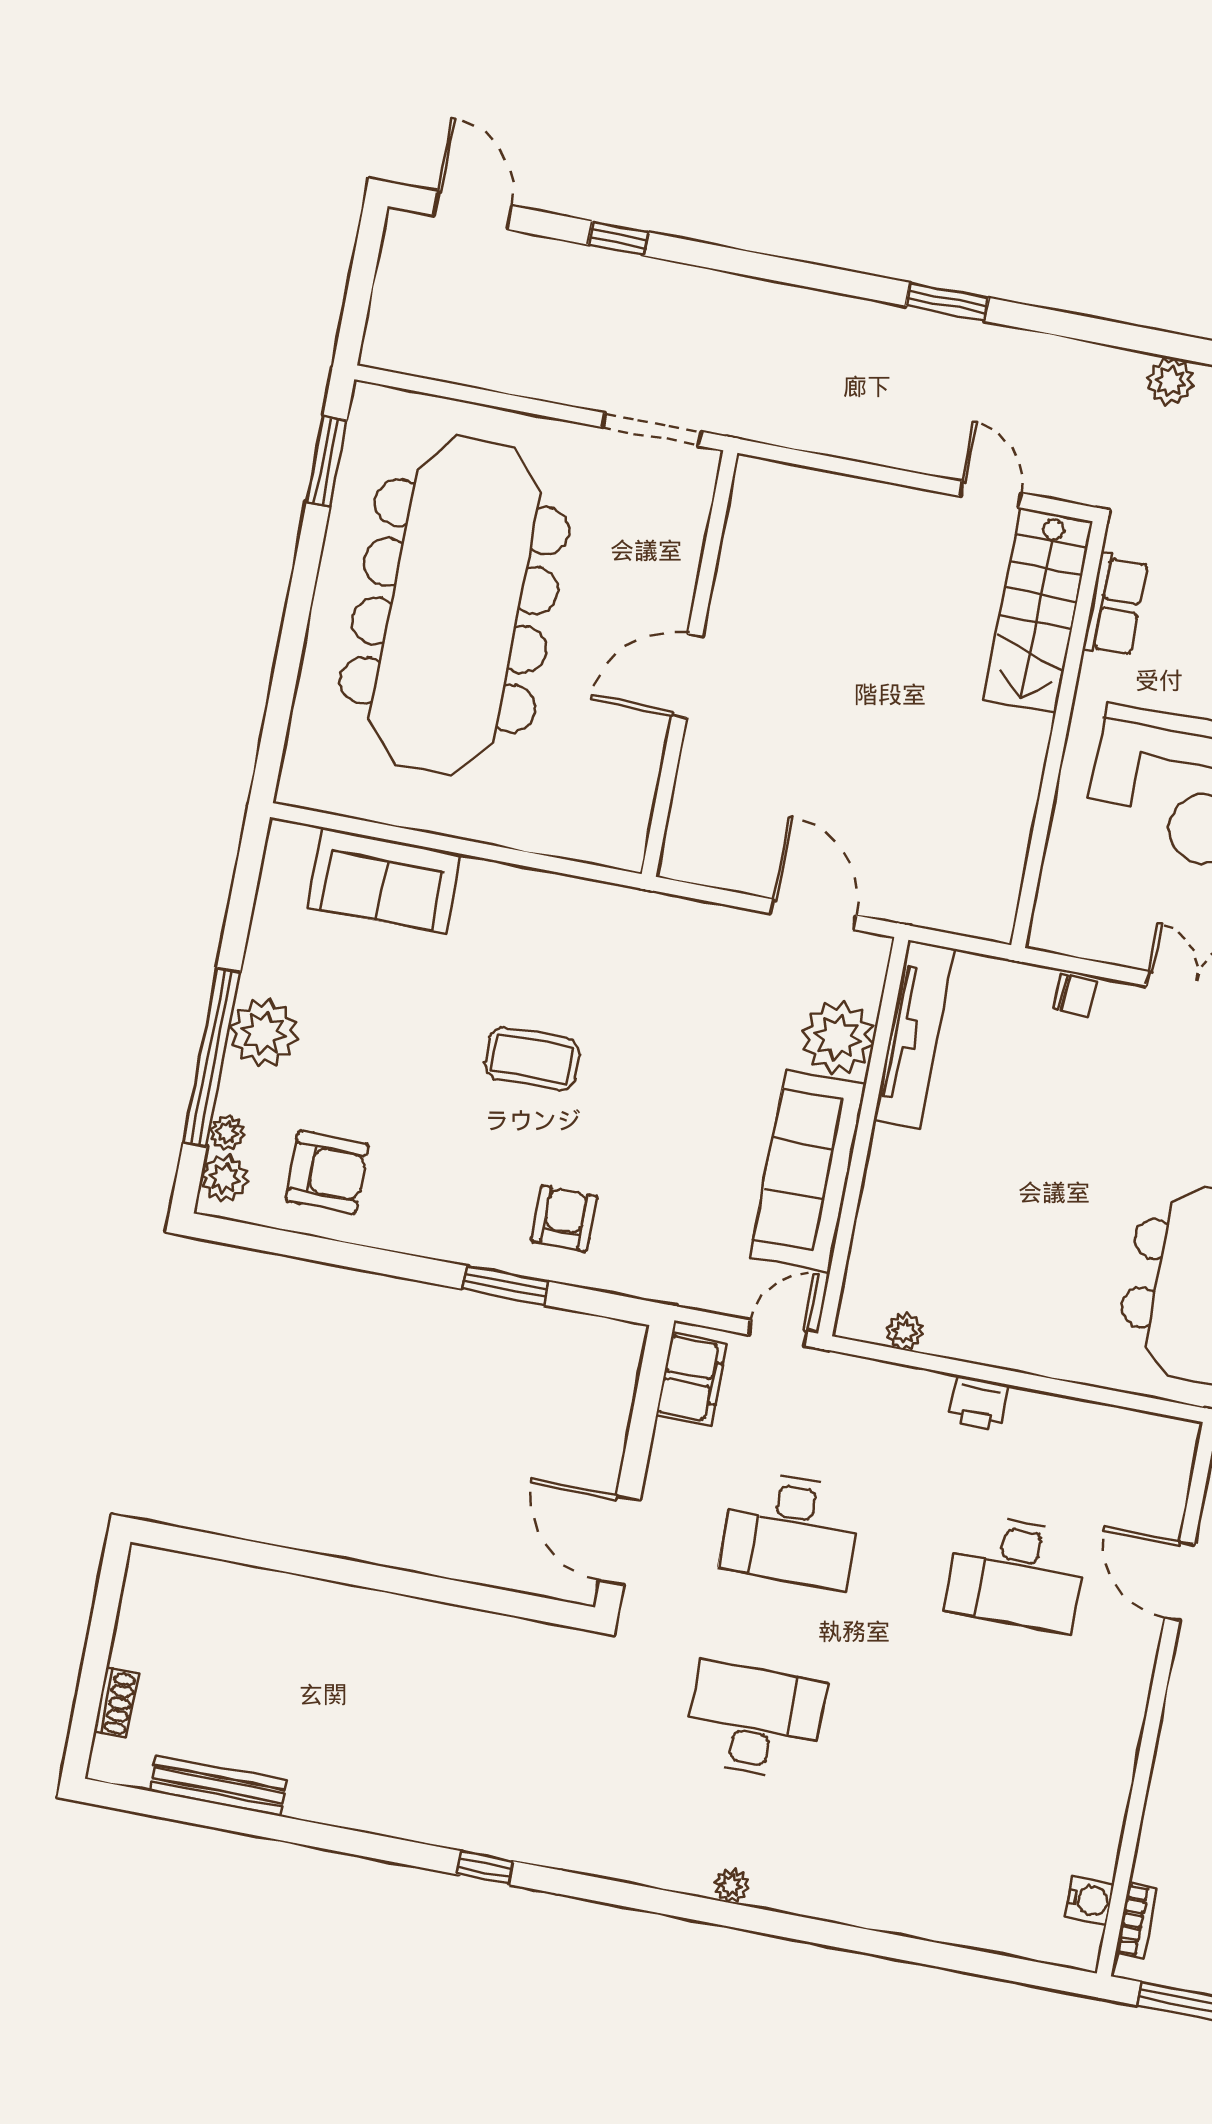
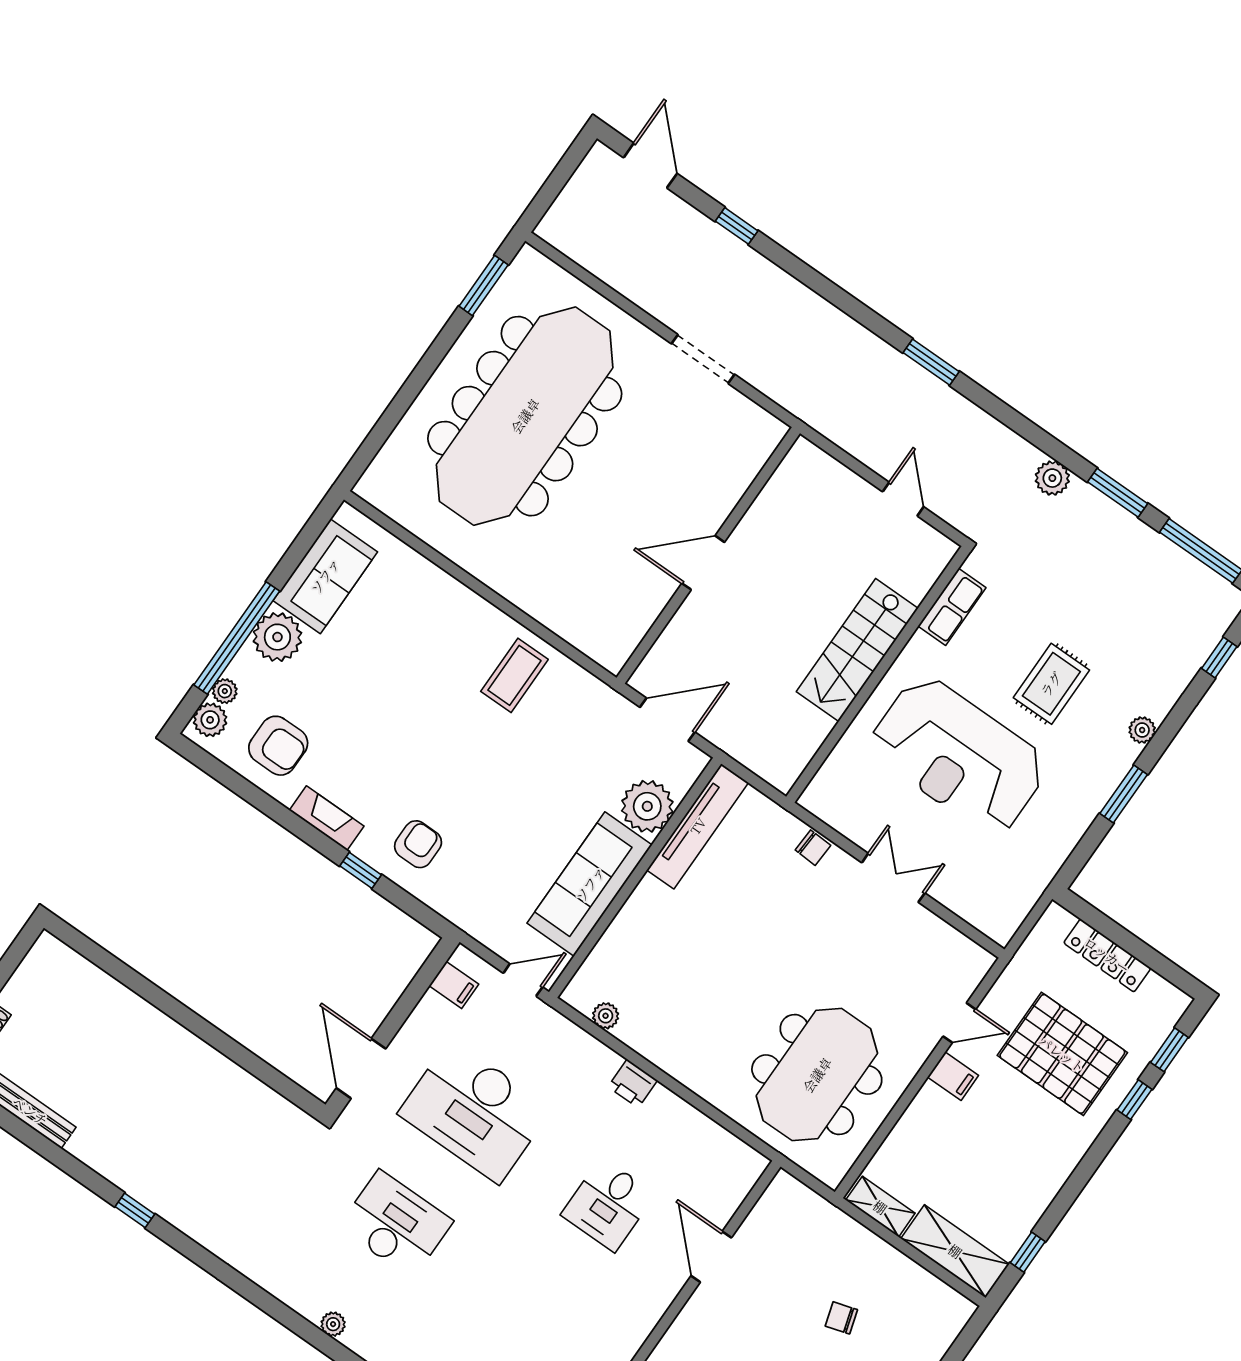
stairs: (1038, 610) -> (857, 650), moved
wall: (690, 664) -> (708, 555), moved
door: (687, 676) -> (703, 563), moved
sofa: (384, 880) -> (325, 576), moved, turned -90
door: (814, 914) -> (667, 720), hinge flipped
coffee table: (532, 1059) -> (514, 675), moved, turned 90
fireplace: (431, 1238) -> (327, 818), added
window: (505, 1285) -> (361, 870), width x0.67
filing cabinet: (691, 1379) -> (454, 985), width x0.50
desk: (791, 1530) -> (475, 1111), width x1.36, depth x1.30
desk: (1017, 1573) -> (608, 1205), width x0.73
window: (485, 1868) -> (135, 1210), moved

